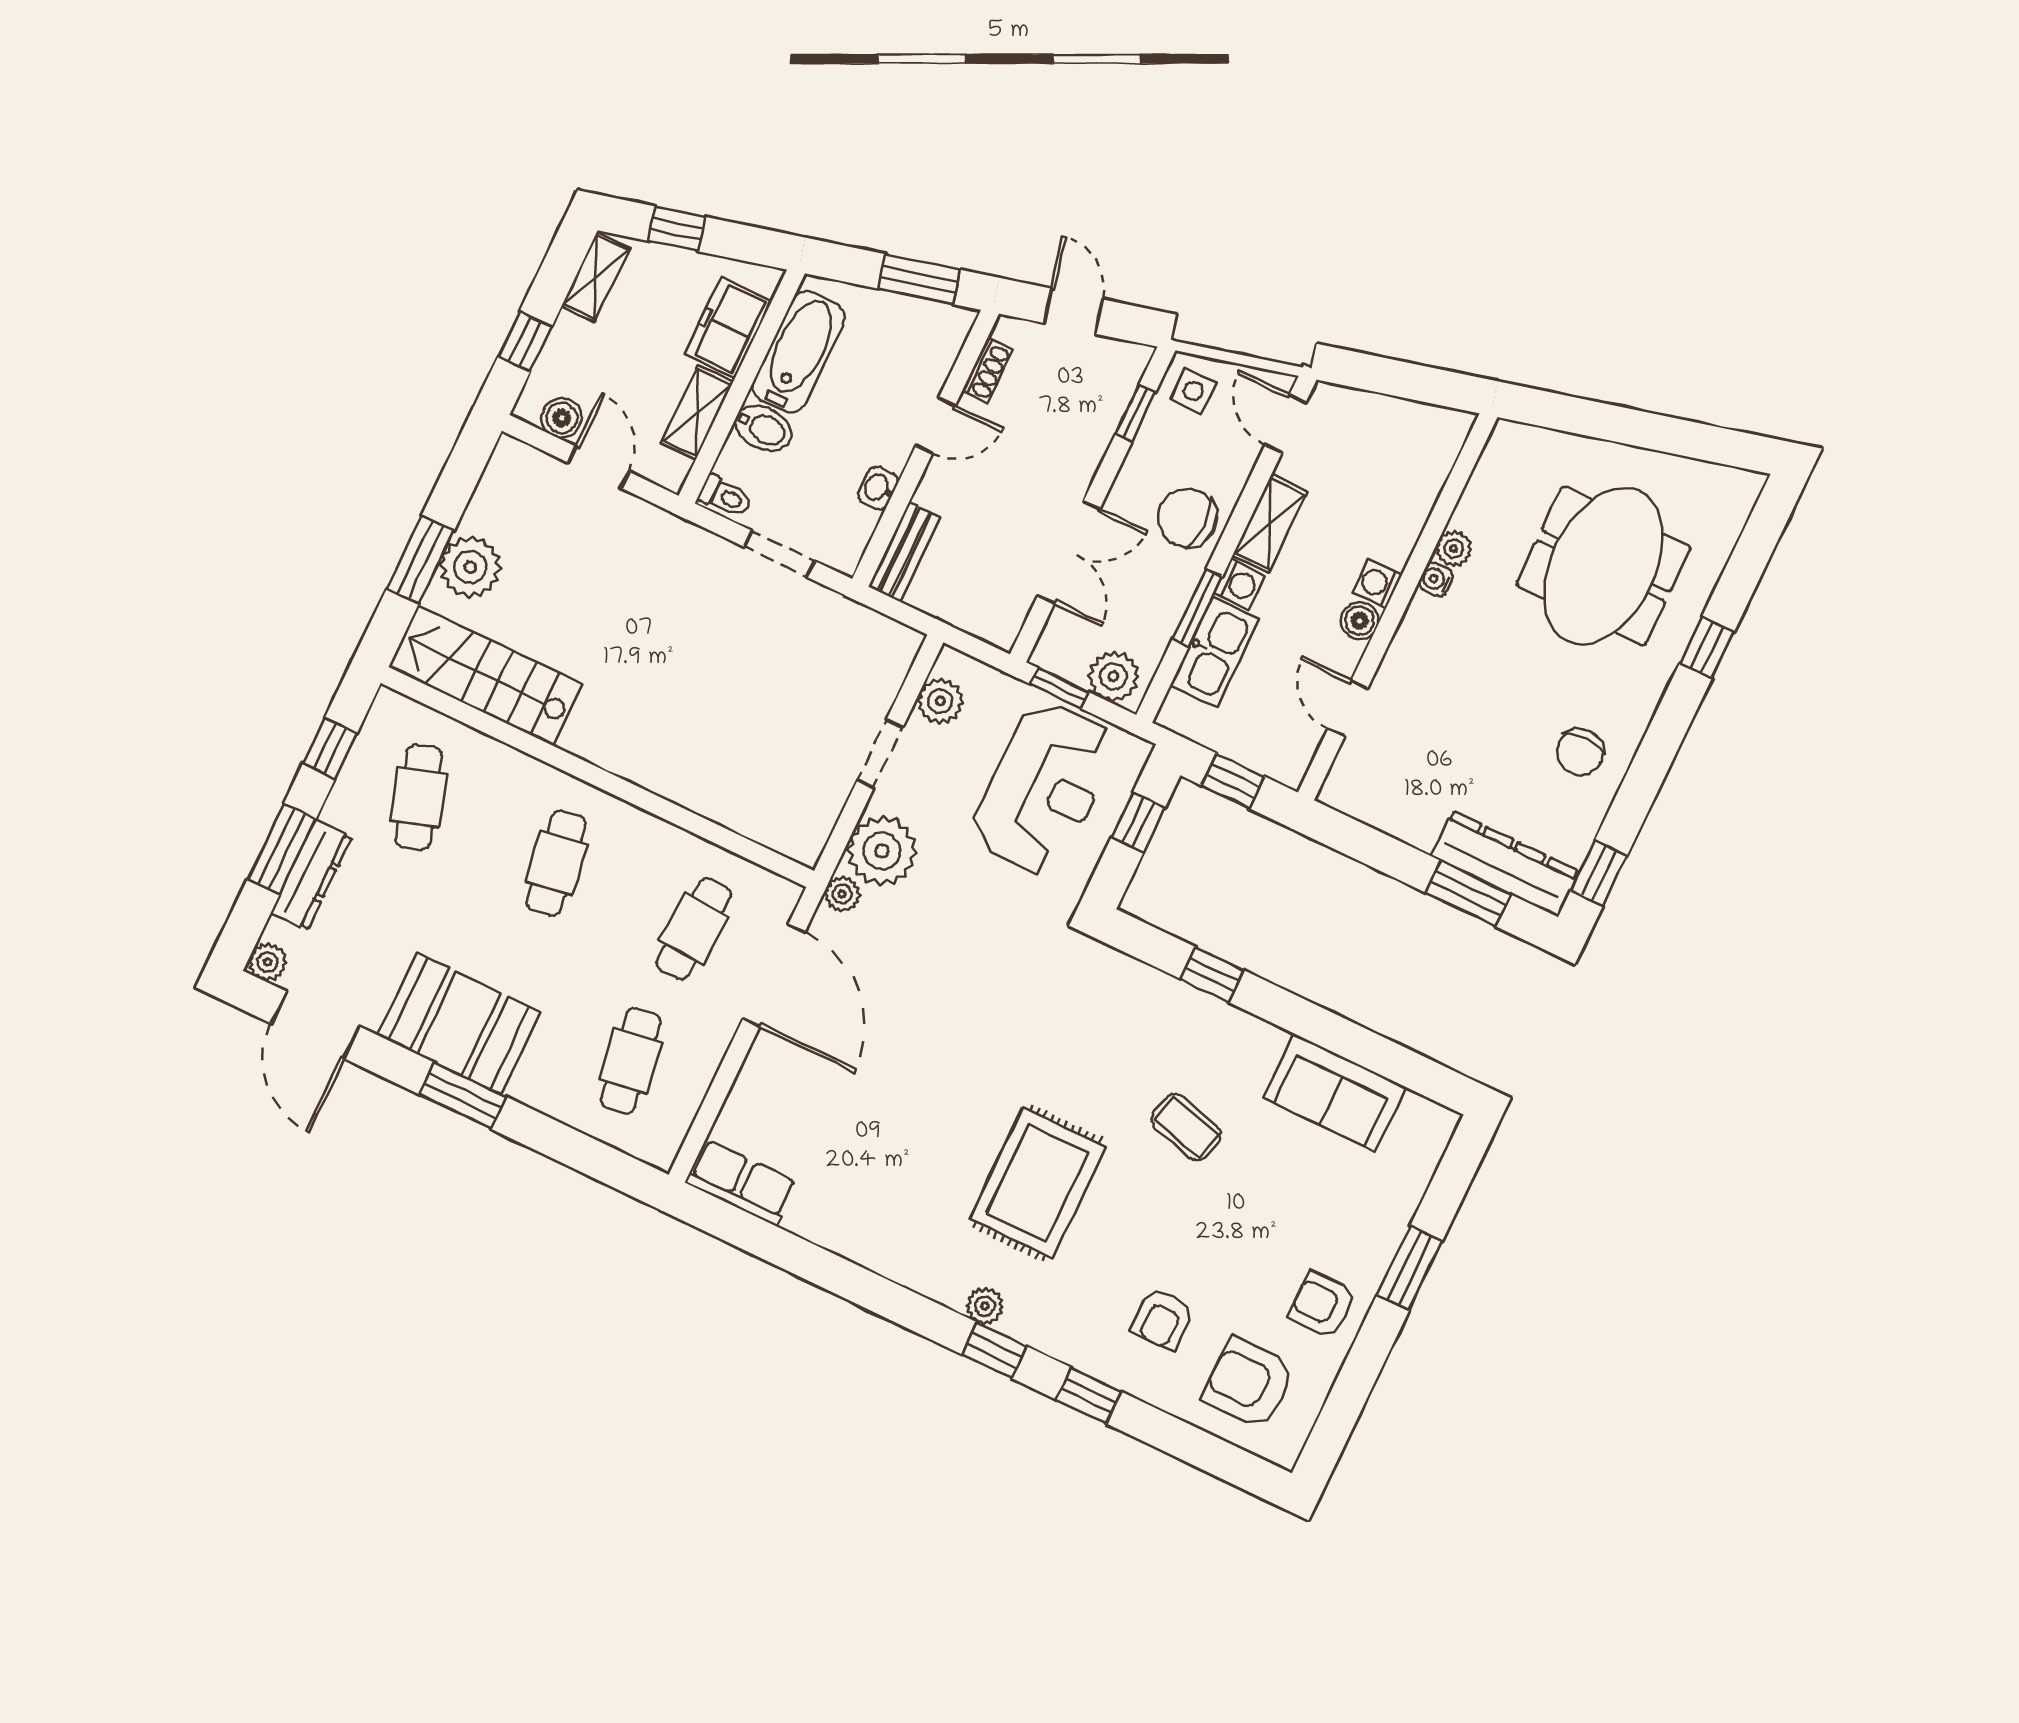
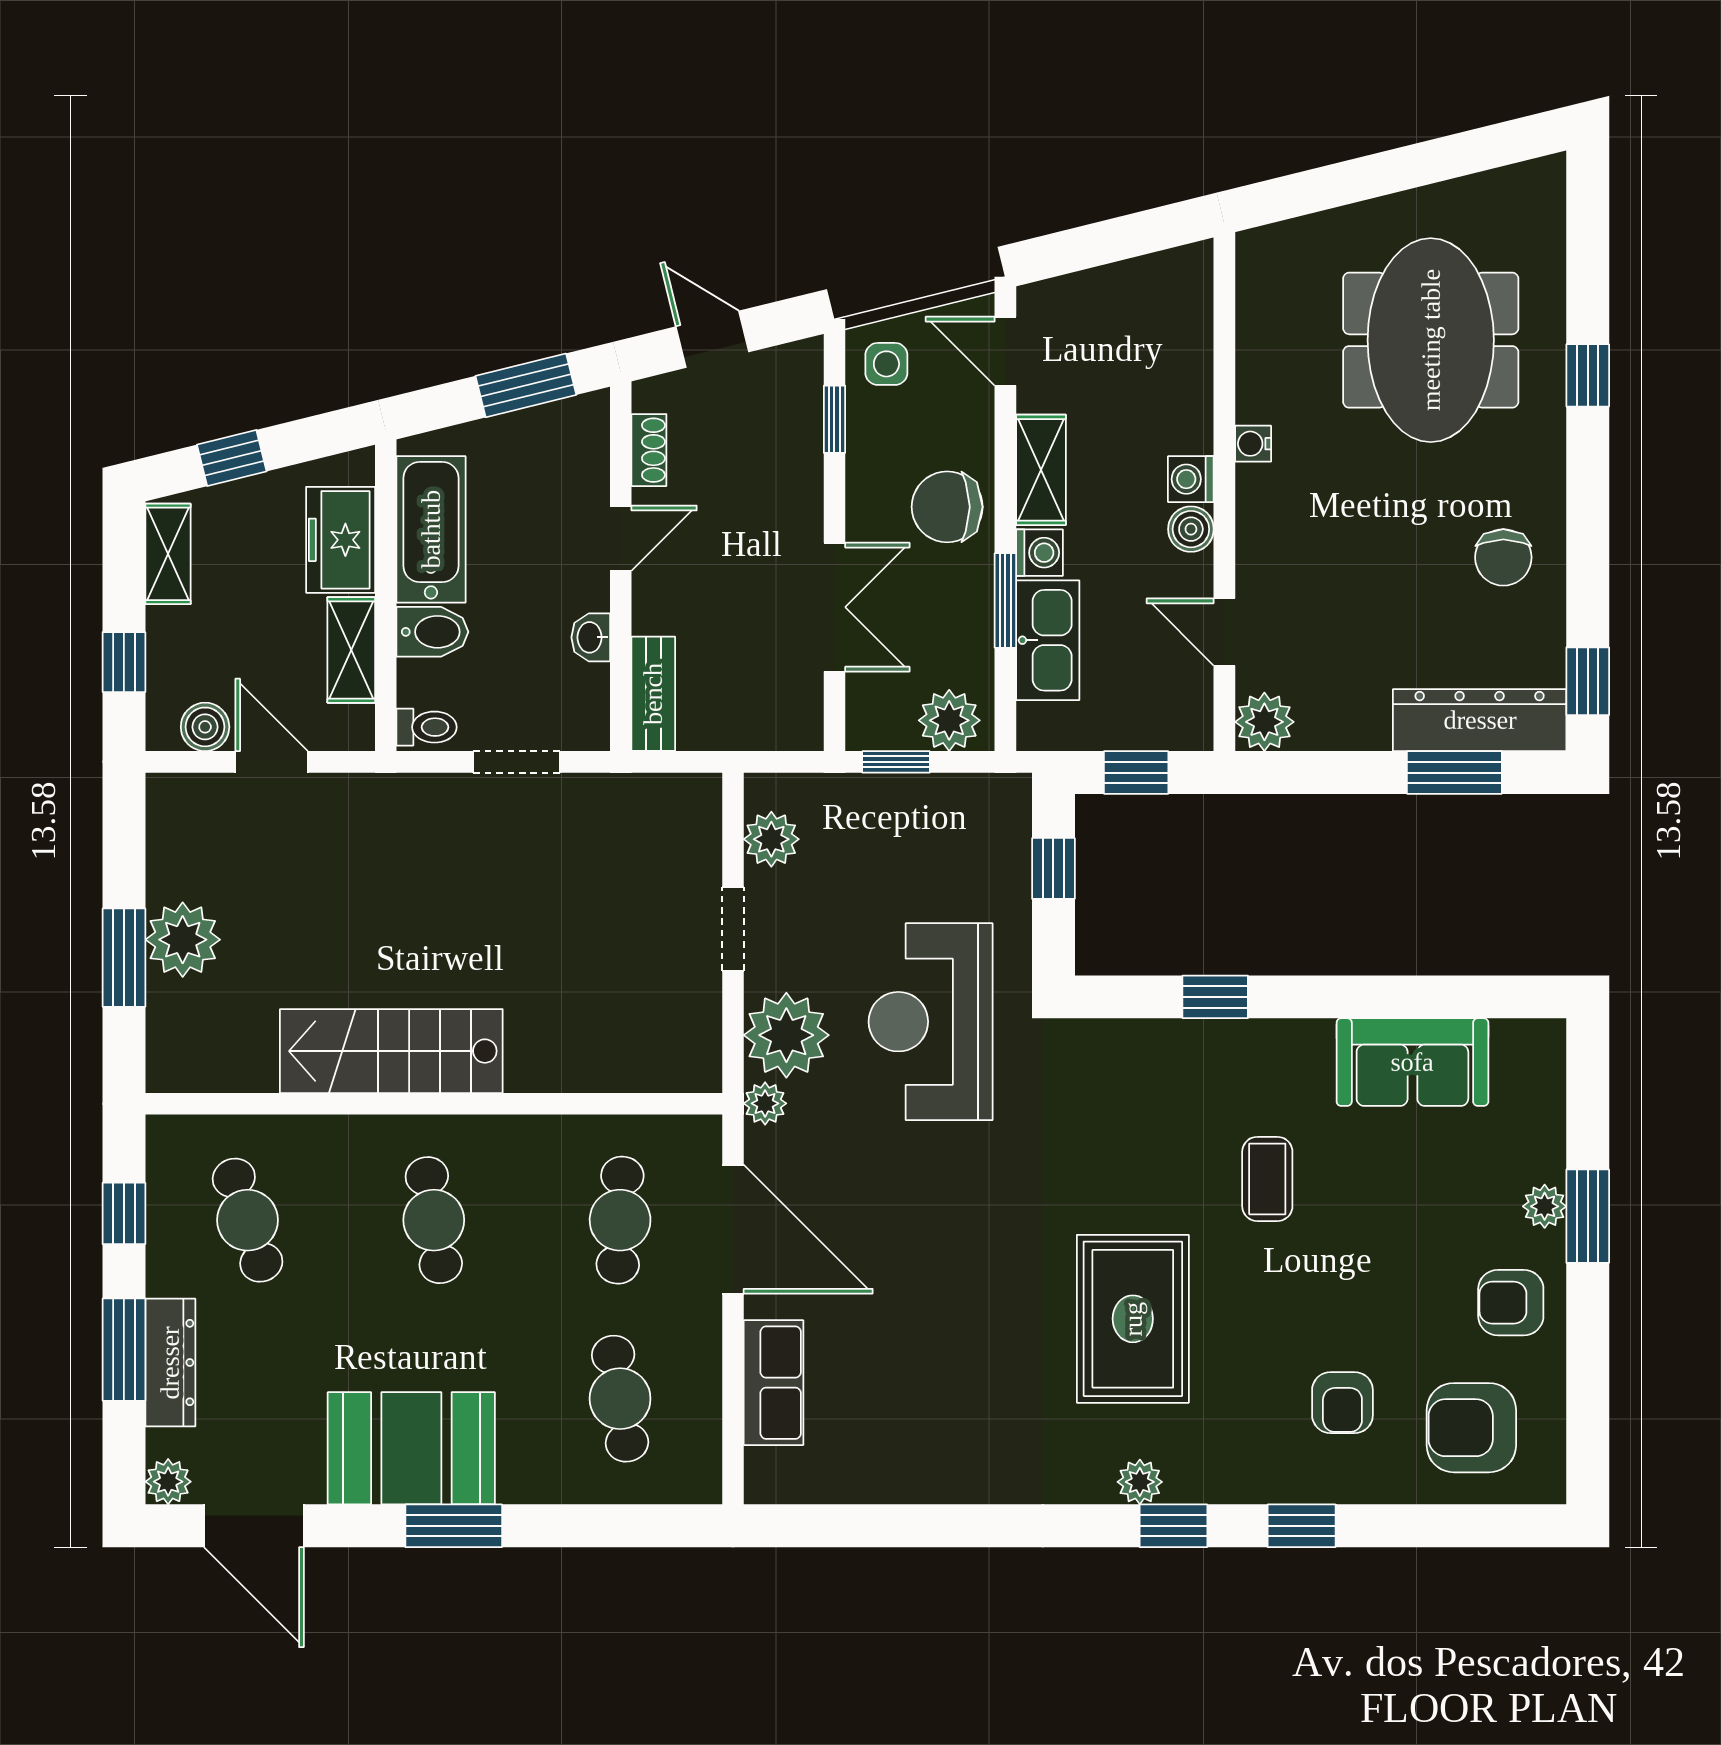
plant: (1454, 549) -> (1264, 722), moved, width x1.38, depth x1.38
stairs: (485, 675) -> (391, 1051), moved
reception desk: (1044, 788) -> (931, 1022), moved, turned 180
coffee table: (1186, 1127) -> (1267, 1179), turned 75
row of seats: (741, 1182) -> (774, 1383), moved, turned 90
plant: (1381, 1246) -> (1545, 1206), added

